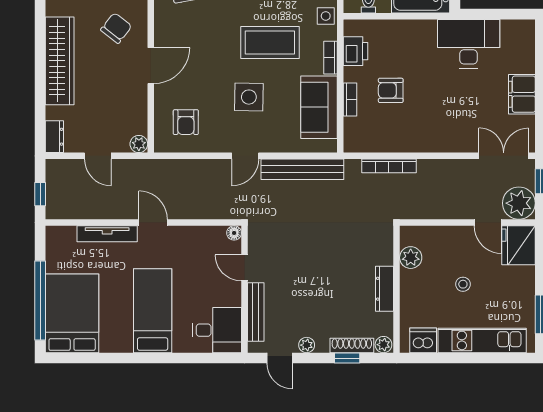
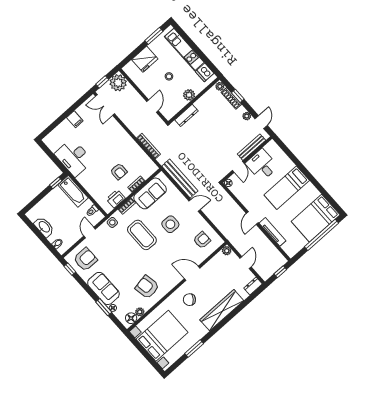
filing cabinet: (522, 94) -> (75, 119), width x0.50
door: (488, 223) -> (152, 106), moved
fridge: (519, 245) -> (145, 59), moved
plant: (411, 258) -> (189, 95), moved
dresser: (385, 289) -> (186, 115), moved
desk: (217, 330) -> (262, 165), moved

